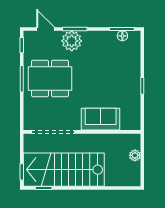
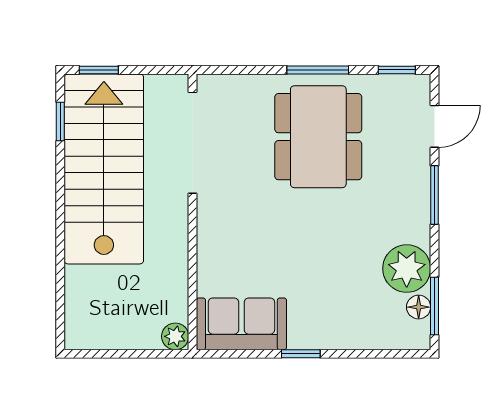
plant: (72, 41) -> (407, 269), moved
sofa: (101, 119) -> (241, 324), moved, turned -90
plant: (135, 155) -> (175, 336), moved

